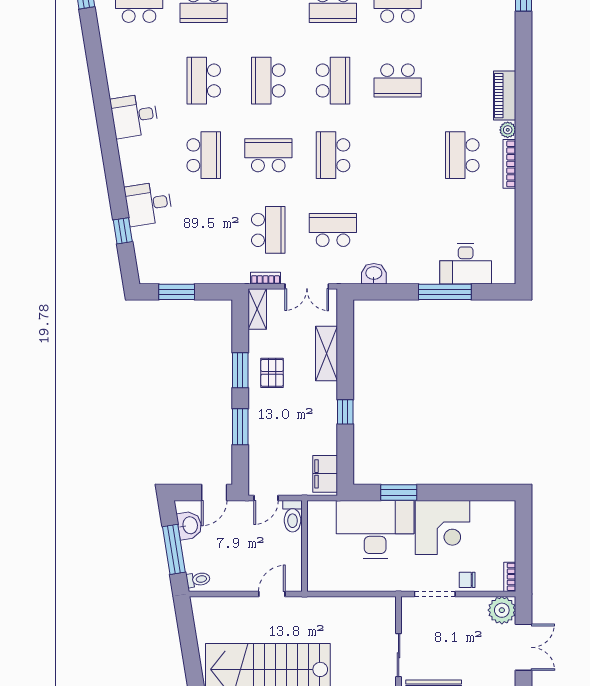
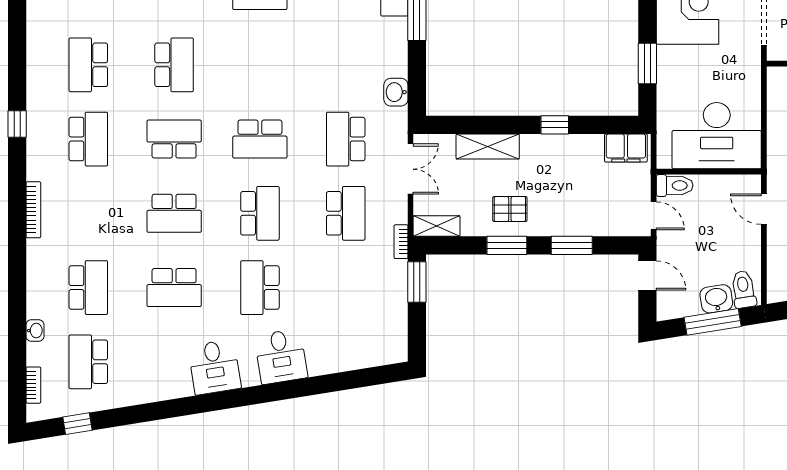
school desk: (204, 155) -> (260, 288), turned -90
school desk: (268, 155) -> (260, 213), turned 180
desk: (149, 204) -> (281, 356), moved
school desk: (268, 230) -> (346, 213), turned 90
window: (123, 231) -> (347, 380), removed
bookcase: (266, 278) -> (401, 242), moved
window: (177, 292) -> (417, 282), moved
washbasin: (189, 525) -> (716, 299), moved
desk: (375, 529) -> (717, 136), moved, turned -90
toilet: (198, 580) -> (744, 289), width x1.37, depth x1.39

